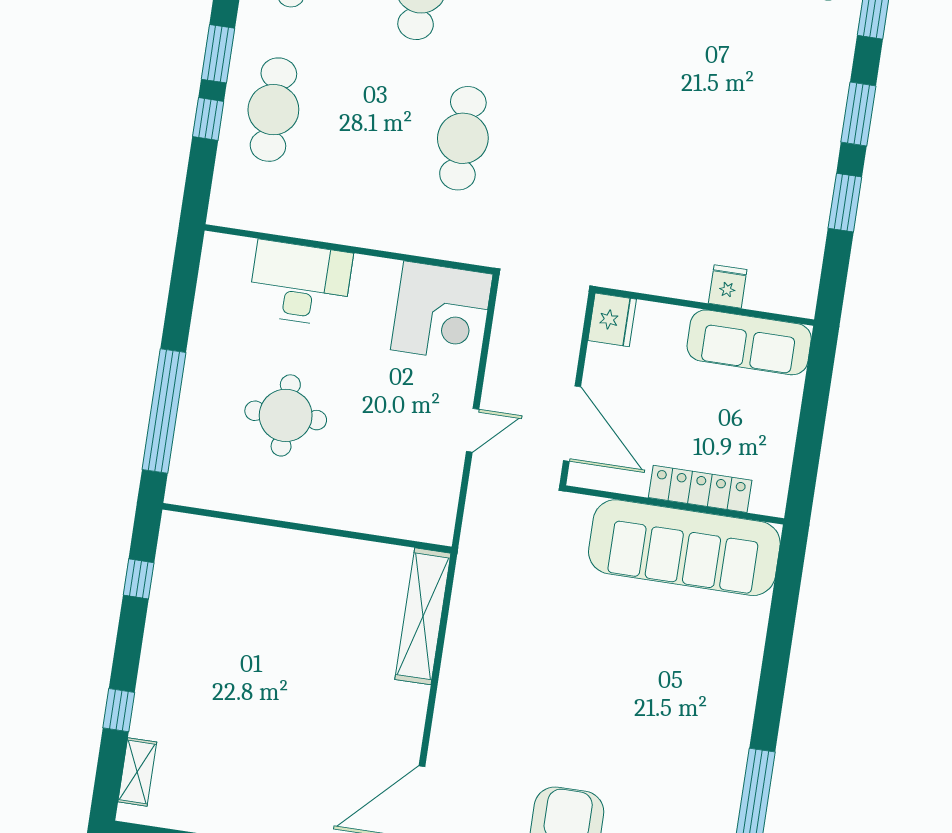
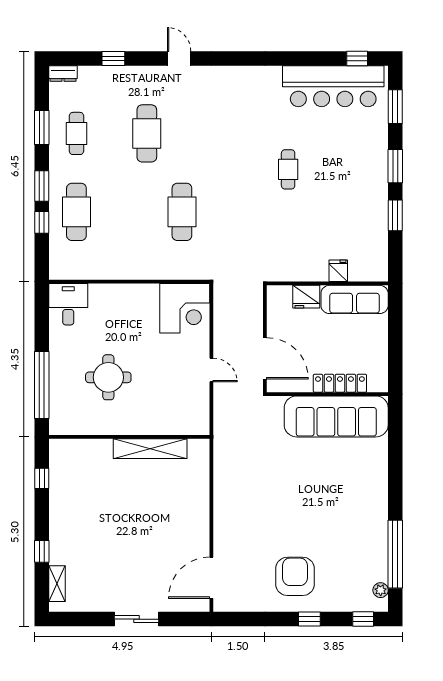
cafe table: (665, 91) -> (288, 169), added
desk: (300, 283) -> (68, 304), moved, width x0.73
fridge: (612, 320) -> (306, 297), moved, turned 90
door: (473, 430) -> (211, 370), hinge flipped
shelving: (423, 616) -> (150, 449), moved, turned 90

